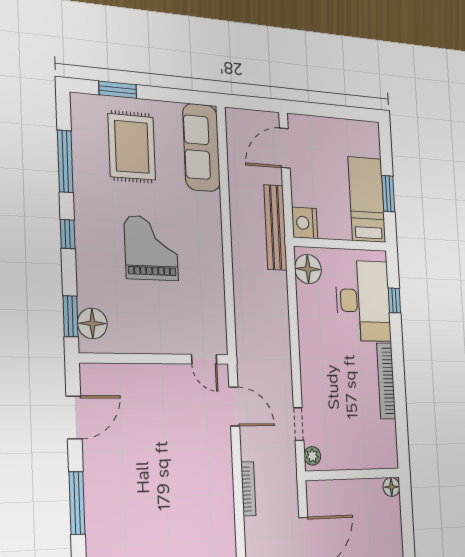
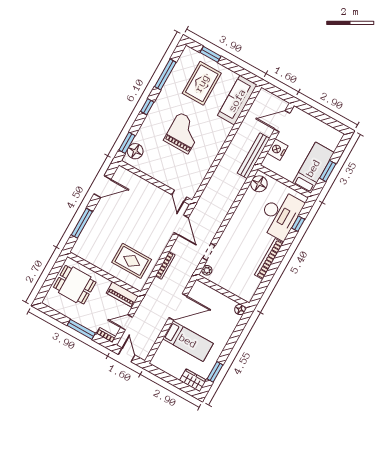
nightstand: (305, 223) -> (278, 150), moved
rug: (194, 515) -> (132, 261), added

